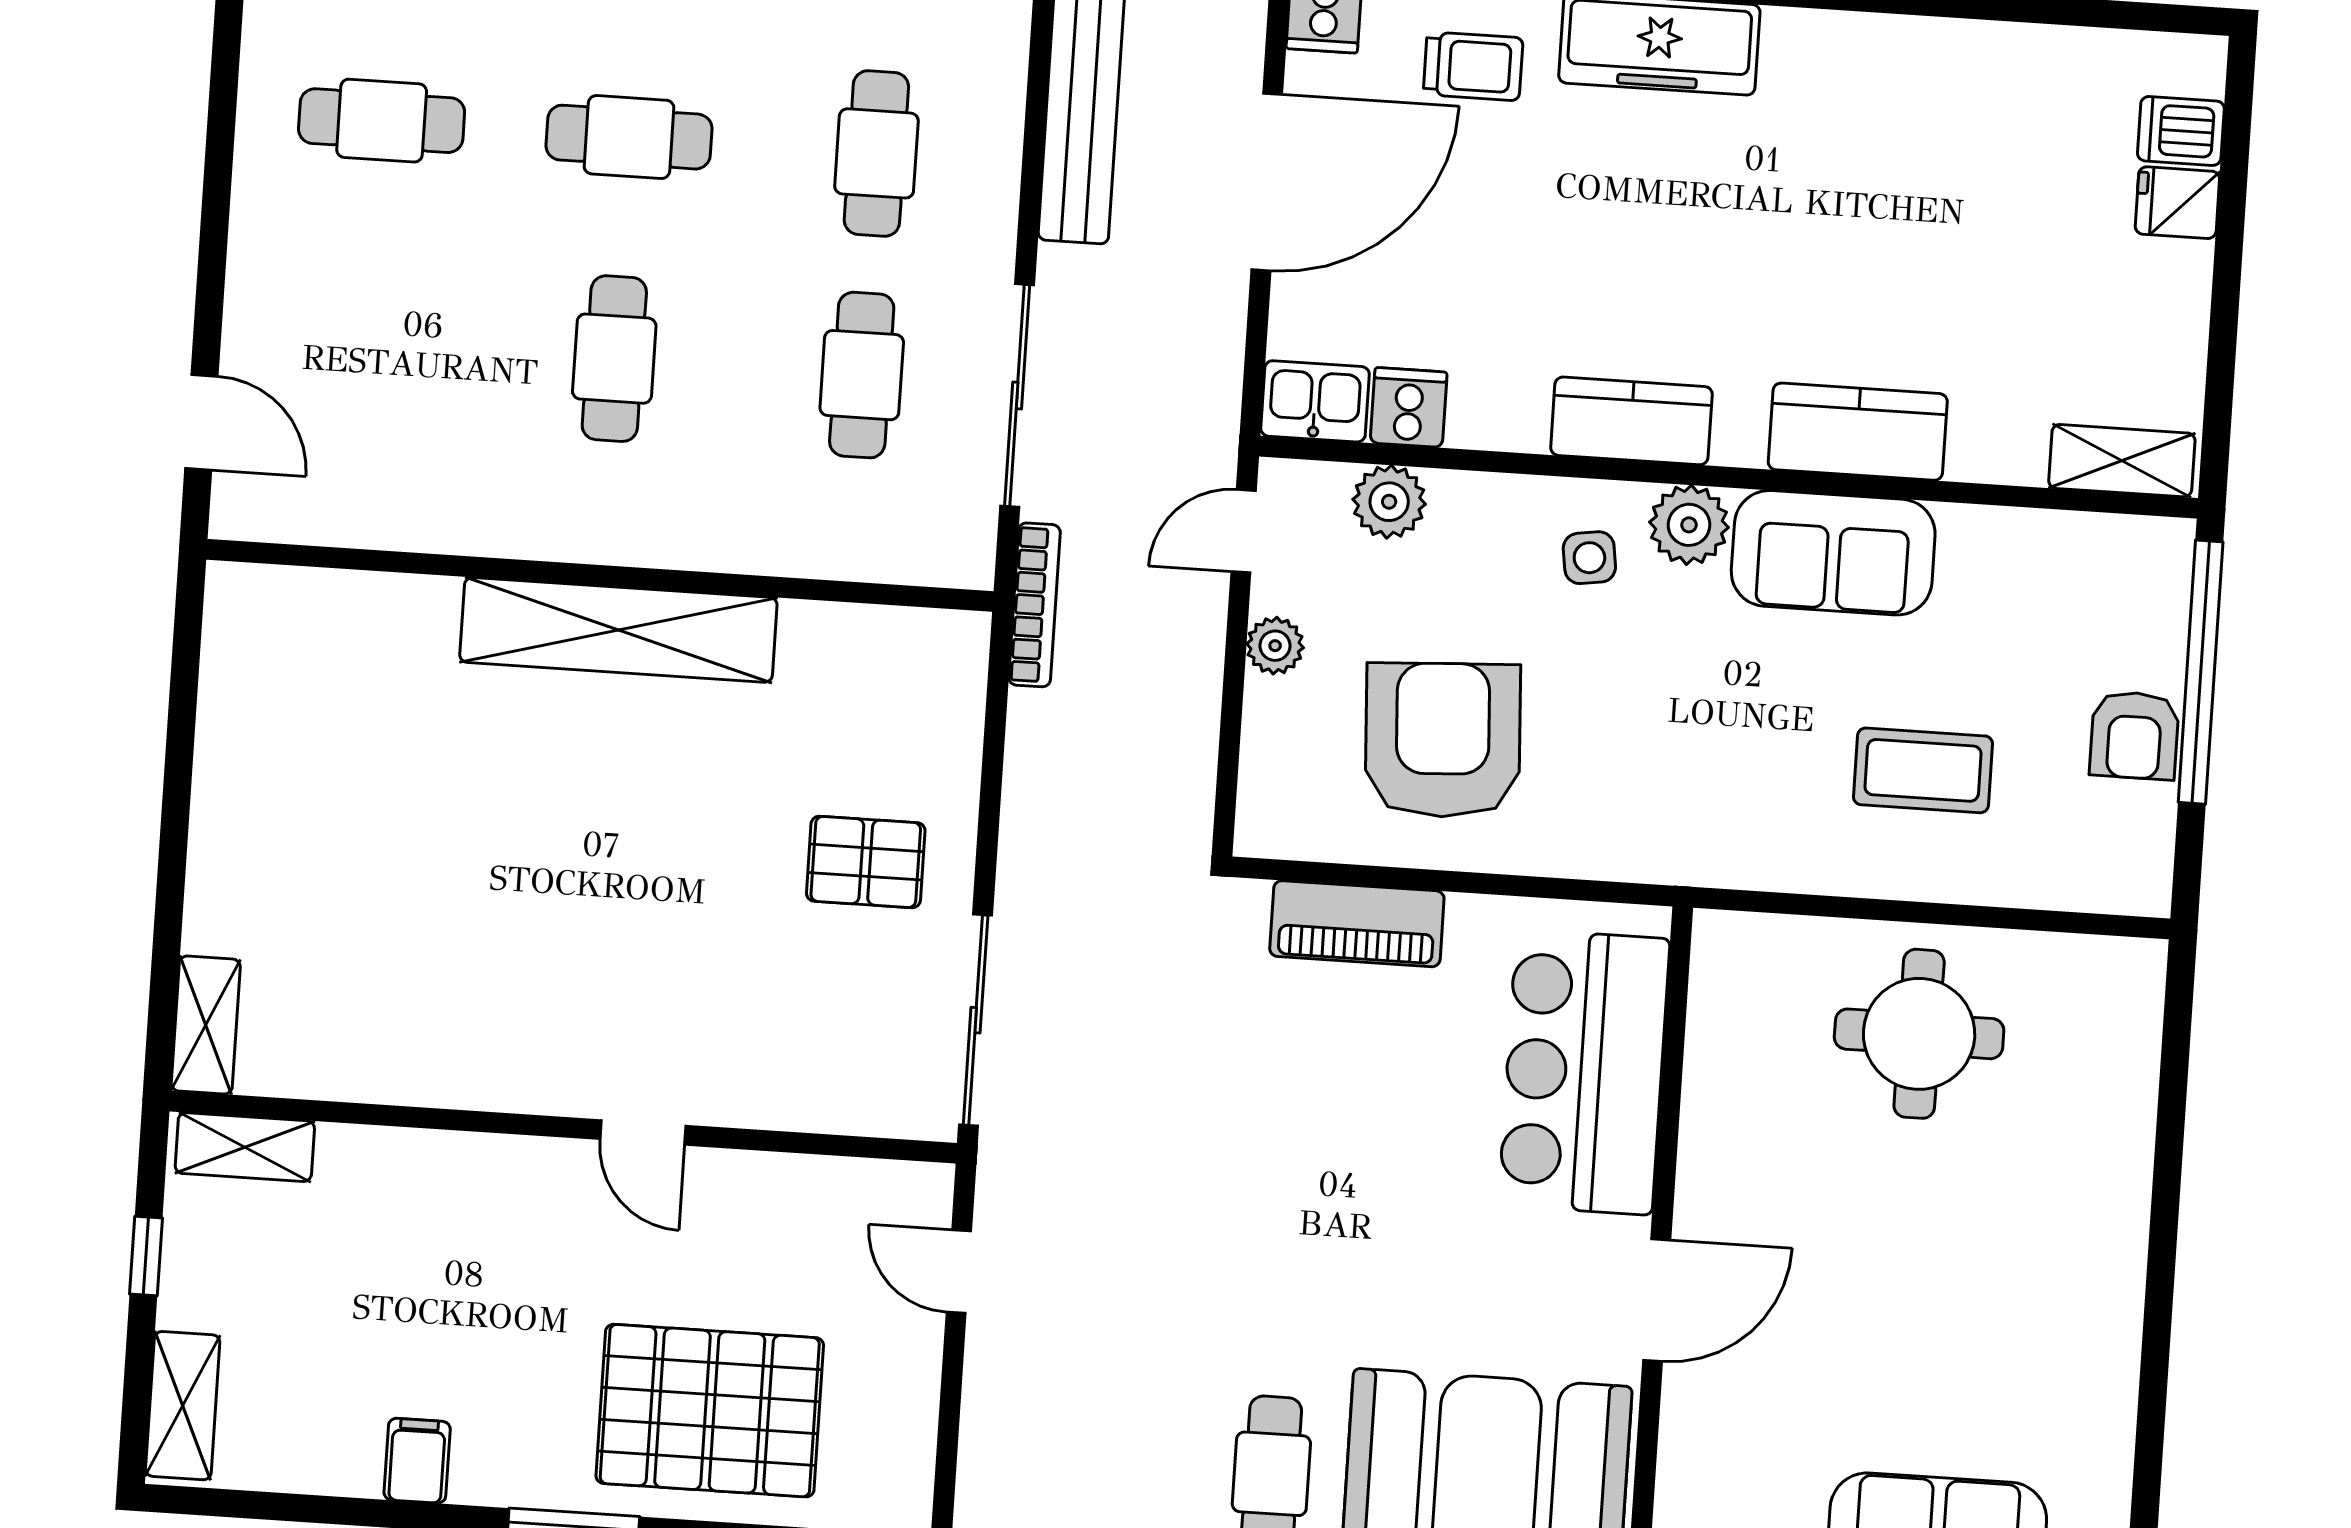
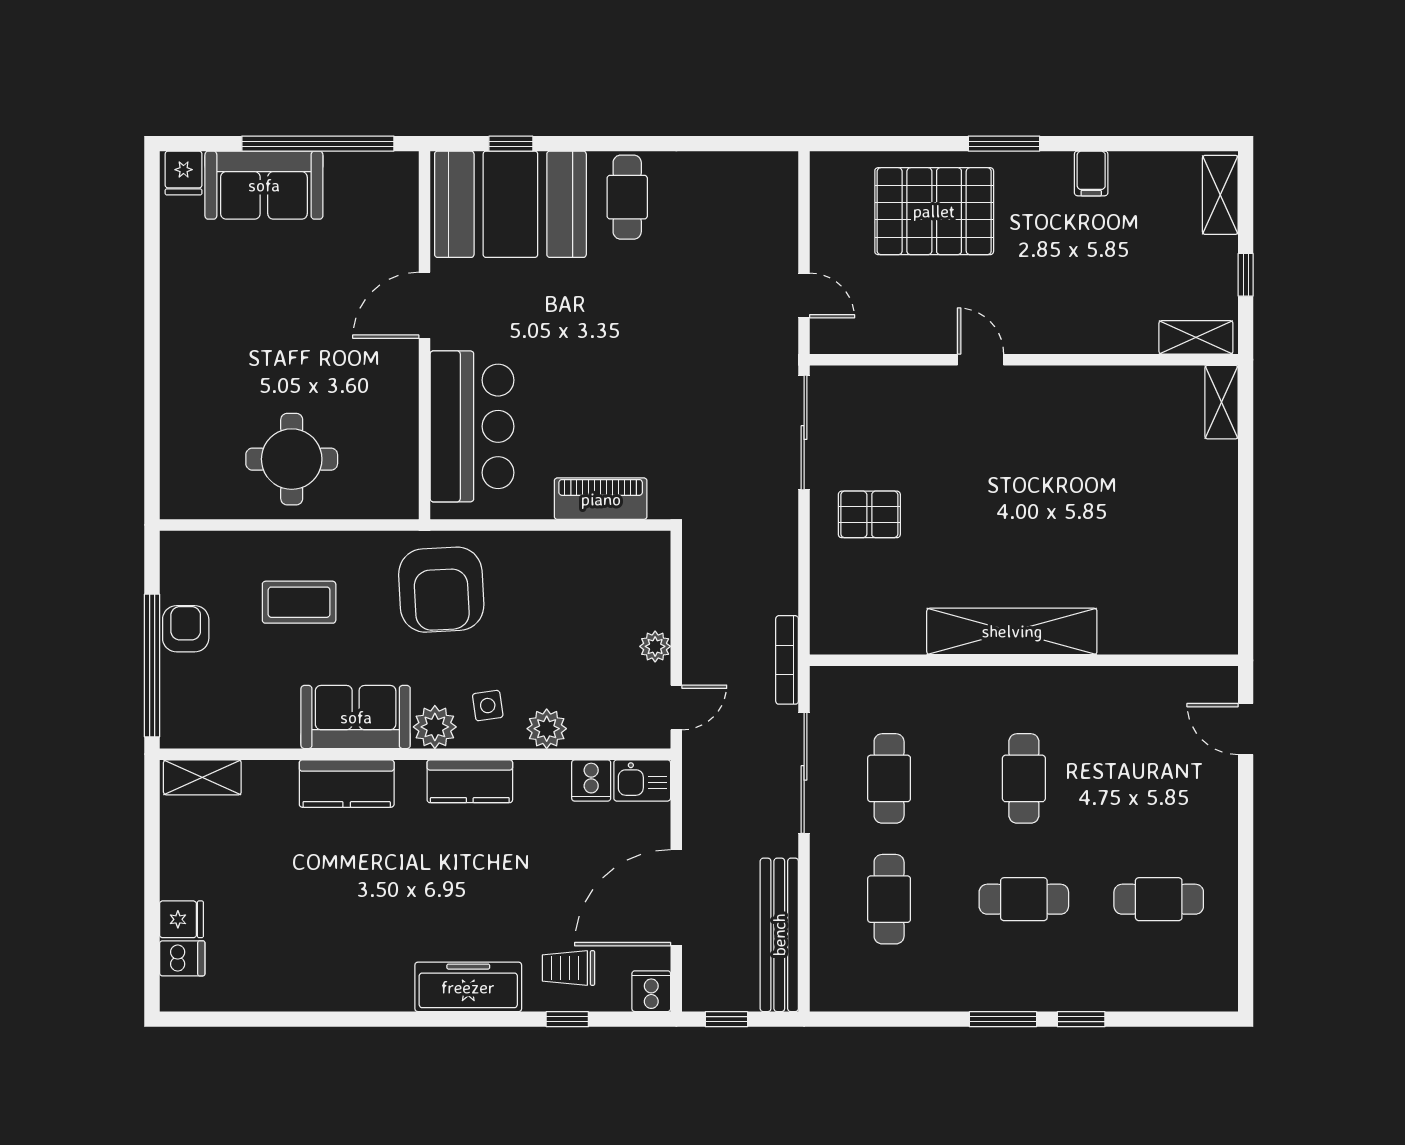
plant: (1389, 502) -> (547, 729), moved
armchair: (1443, 740) -> (441, 590), moved

